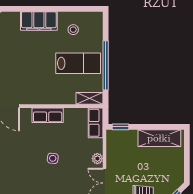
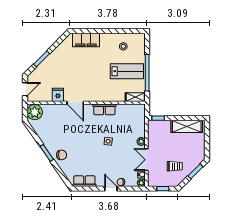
filing cabinet: (39, 21) -> (86, 40), moved
row of seats: (96, 123) -> (140, 115), removed

